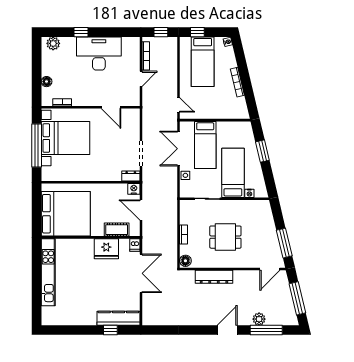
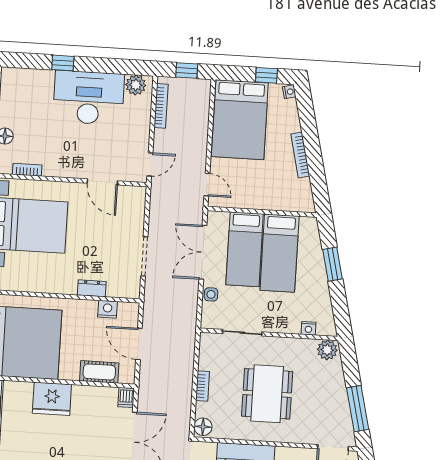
window: (197, 32) -> (266, 75), moved
plant: (53, 43) -> (136, 85), moved
bed: (203, 62) -> (240, 120), width x1.50
door: (141, 79) -> (150, 164), moved
bed: (233, 173) -> (280, 253), moved, turned 180
dresser: (131, 176) -> (92, 288), moved
nightstand: (134, 189) -> (107, 309), moved
plant: (262, 206) -> (327, 350), added
dining table: (225, 237) -> (267, 394), width x1.38
fridge: (106, 249) -> (52, 399), moved

